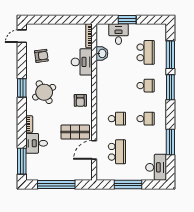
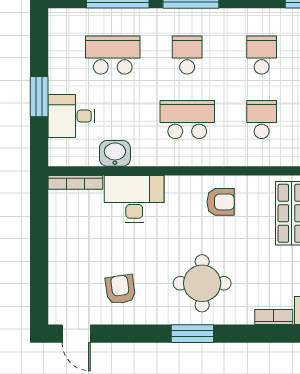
school desk: (117, 86) -> (187, 120), added
round table: (44, 92) -> (202, 283), turned 30

